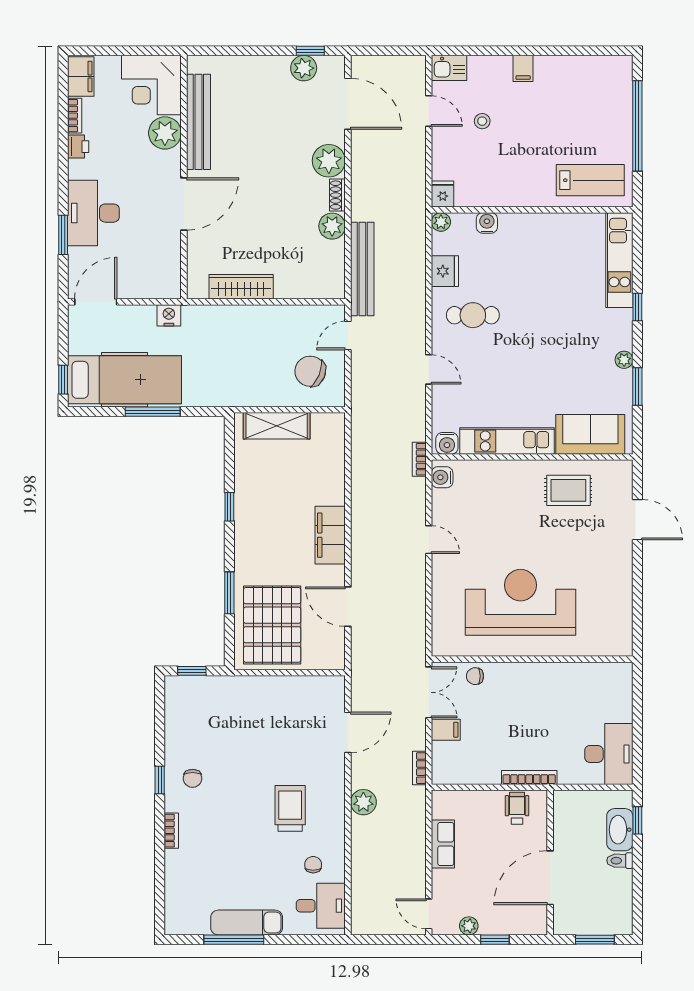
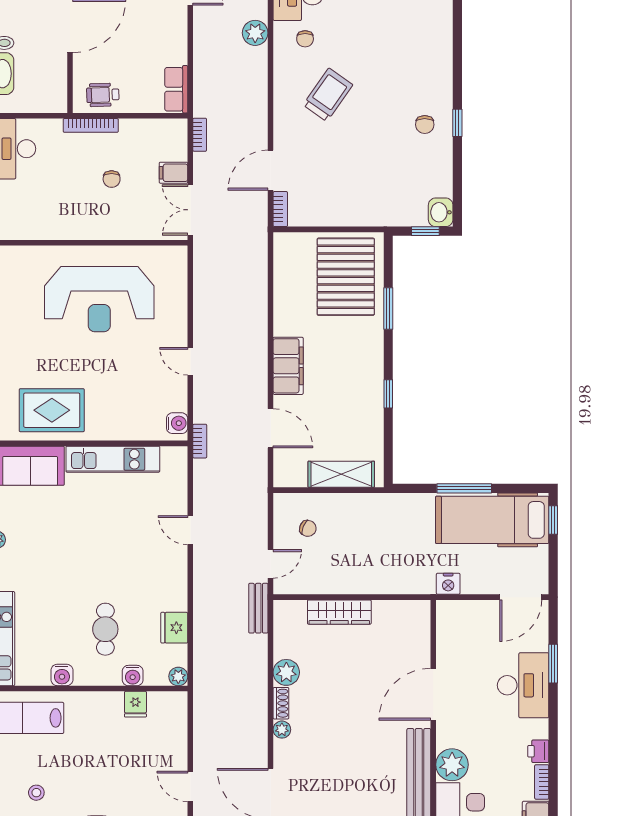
stool: (482, 121) -> (36, 793), moved
plant: (329, 161) -> (282, 730), width x0.53, depth x0.53
fridge: (443, 194) -> (135, 704), moved
bench: (362, 269) -> (258, 608), width x0.54, depth x0.82
wardrobe: (241, 287) -> (339, 612), moved
cafe table: (473, 315) -> (105, 629), moved, turned 90
chair: (310, 371) -> (308, 528), width x0.54, depth x0.54
water cooler: (447, 443) -> (62, 675), moved, turned 180
rug: (568, 490) -> (52, 410), width x1.36, depth x1.43
door: (348, 607) -> (271, 428), moved
chair: (475, 676) -> (112, 179), moved, turned 90
washbasin: (176, 690) -> (441, 212), added
chair: (192, 778) -> (425, 125), turned 180
plant: (363, 802) -> (255, 33), moved
trolley: (290, 808) -> (328, 95), turned -145
wheelchair: (517, 808) -> (103, 95), turned 88
bookcase: (171, 831) -> (280, 209), moved, turned 180
row of seats: (443, 844) -> (176, 89), moved

